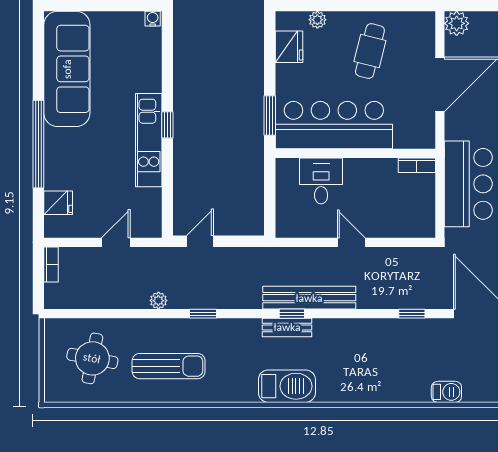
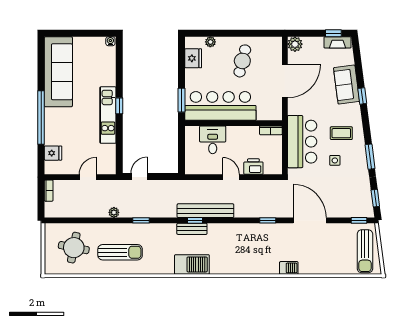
printer: (388, 225) -> (253, 167), added

